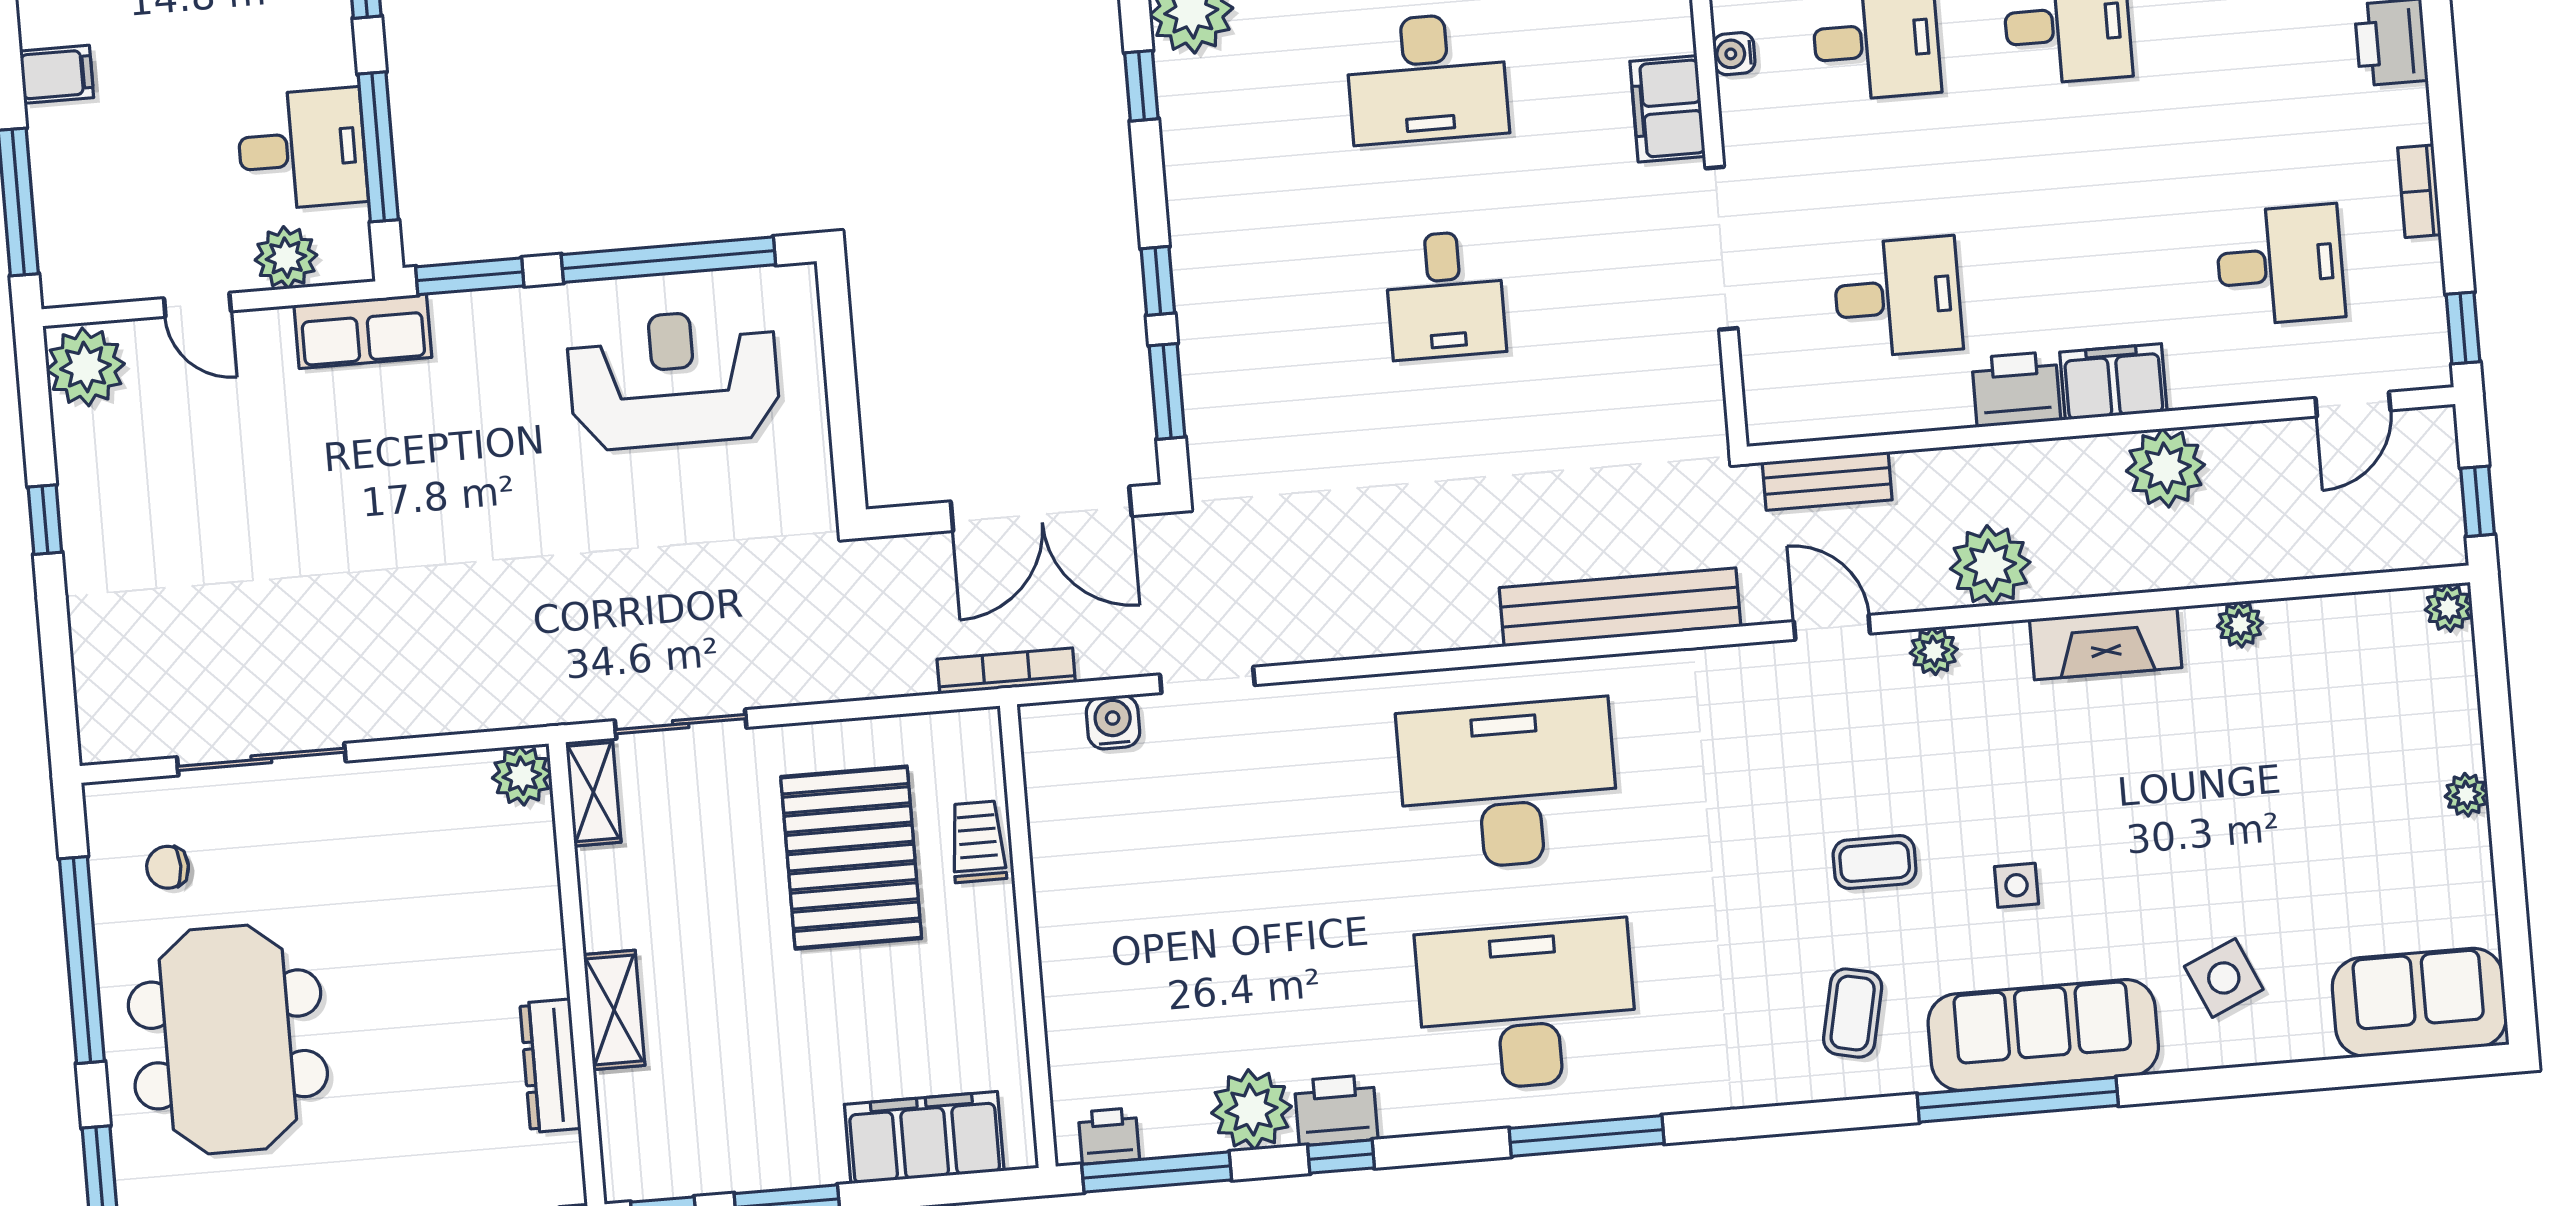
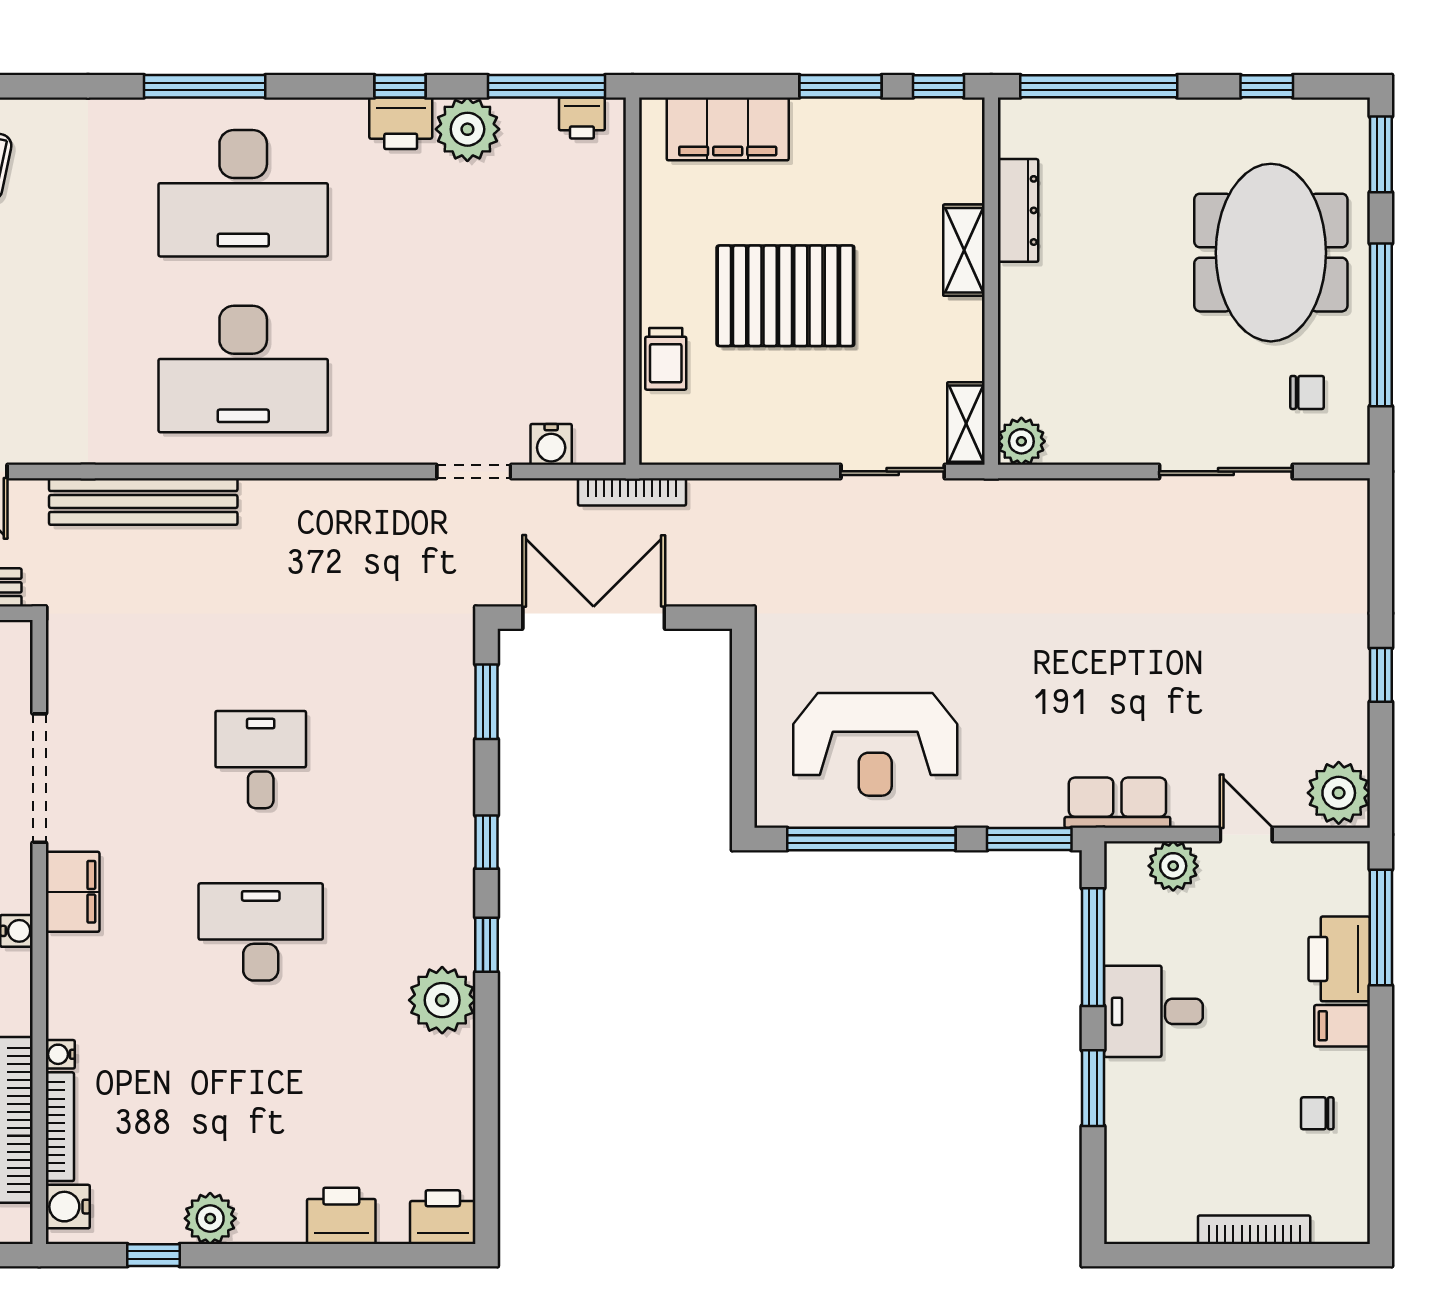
desk: (302, 149) -> (1153, 1011), moved
printer: (67, 158) -> (1339, 959), added
window: (1158, 281) -> (486, 842), moved
pallet: (851, 858) -> (785, 296), moved, turned 90

